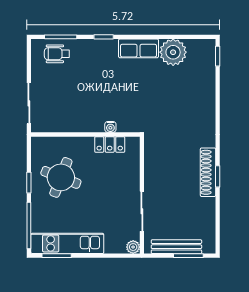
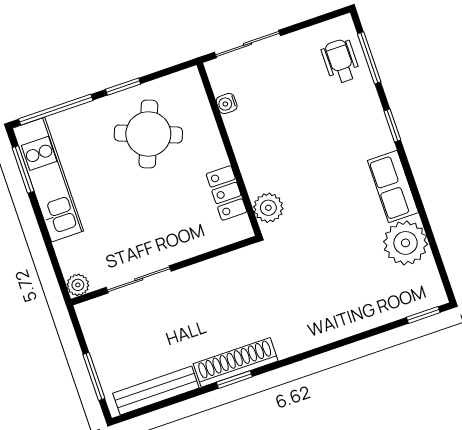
plant: (126, 123) -> (268, 208), added
water cooler: (110, 127) -> (227, 104), moved
bench: (176, 247) -> (156, 391), moved, turned 90

